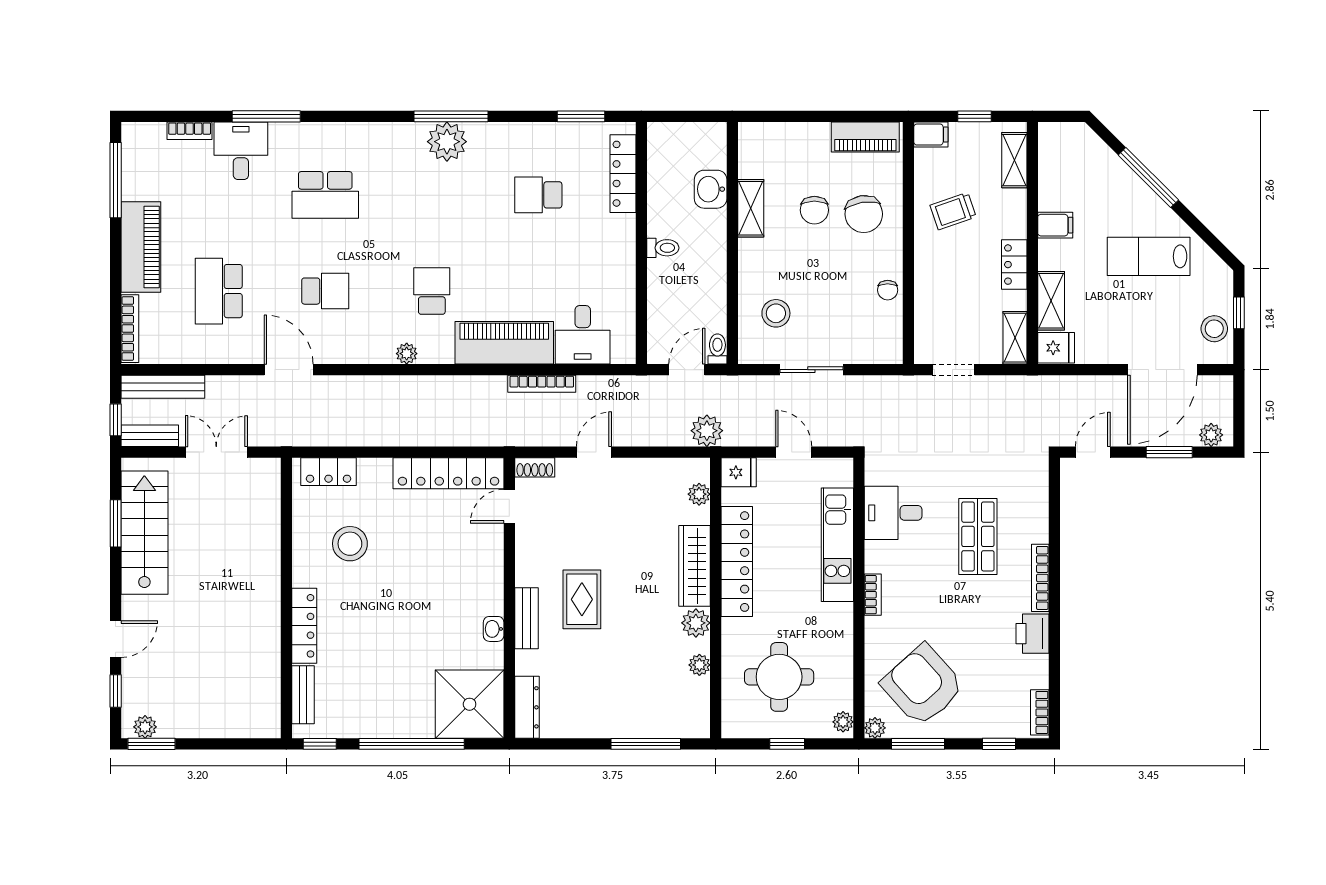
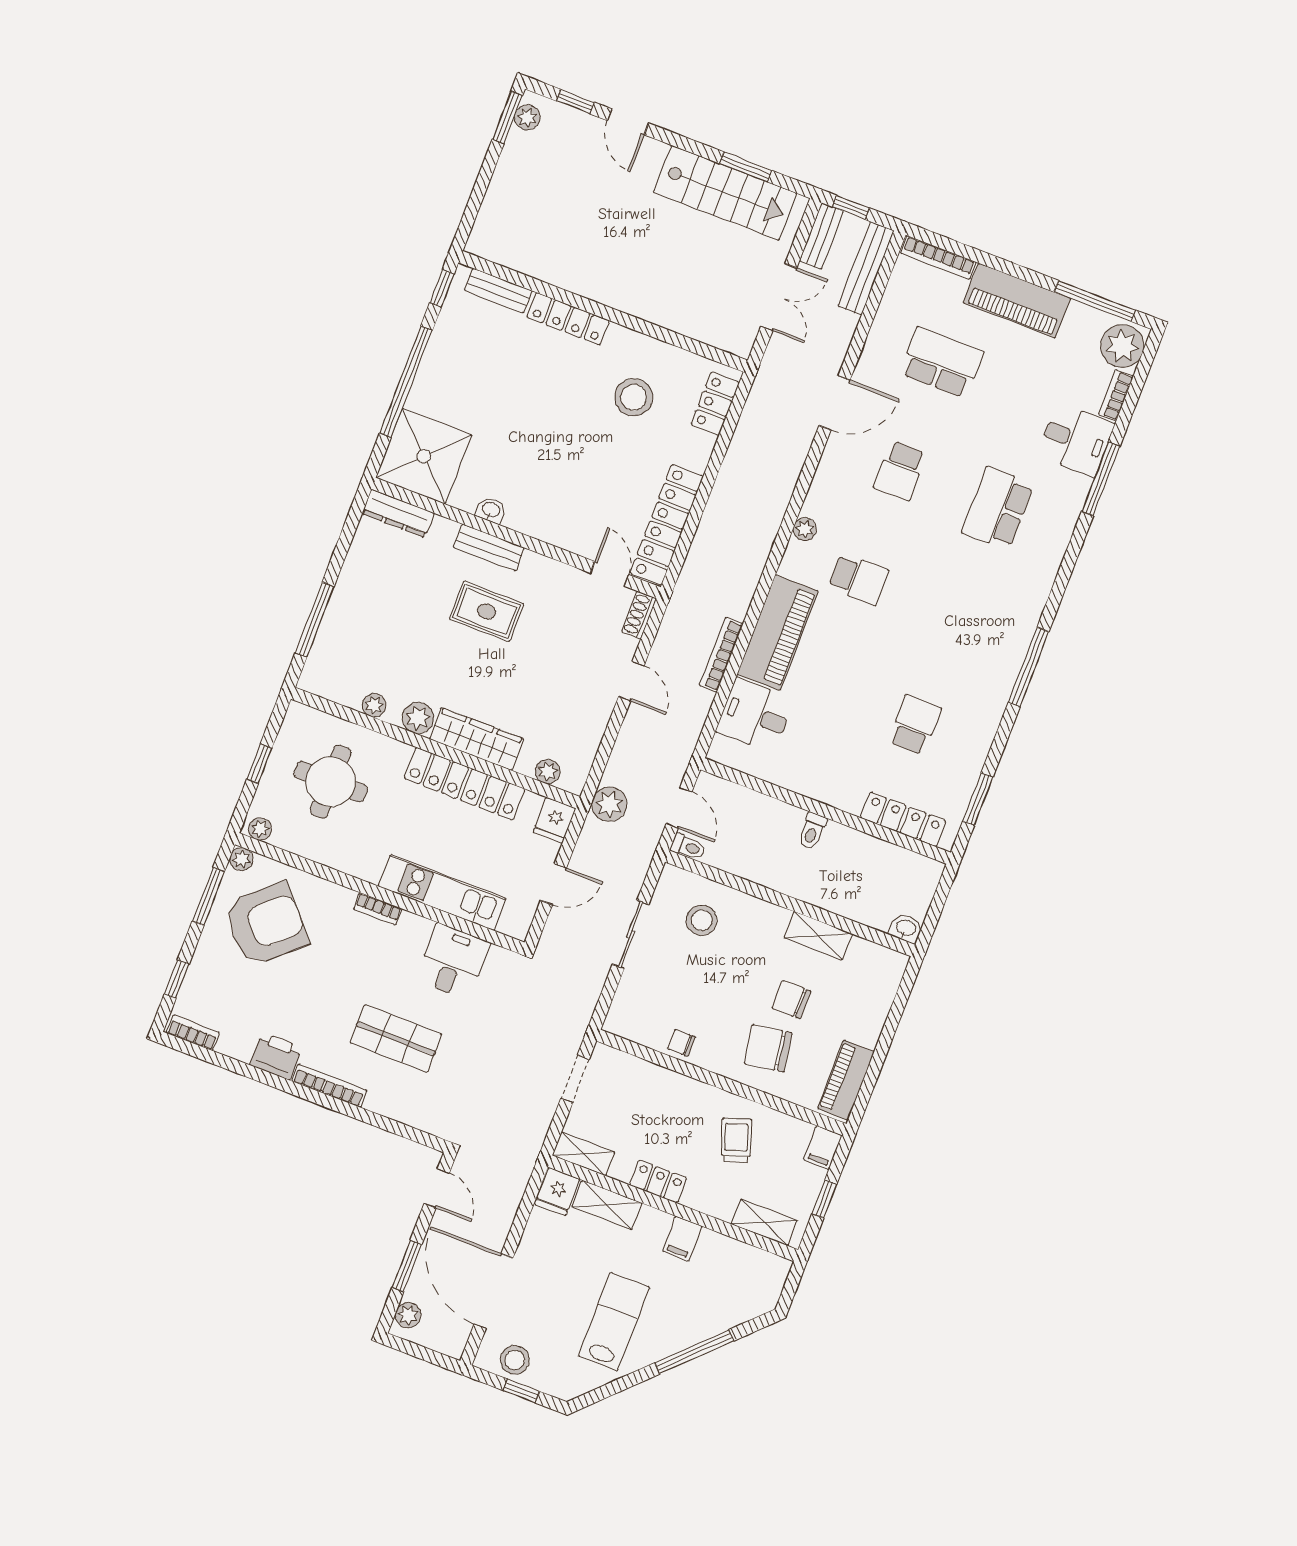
plant: (447, 142) -> (1122, 346), moved
washbasin: (711, 189) -> (906, 928), moved, width x0.72, depth x0.69

